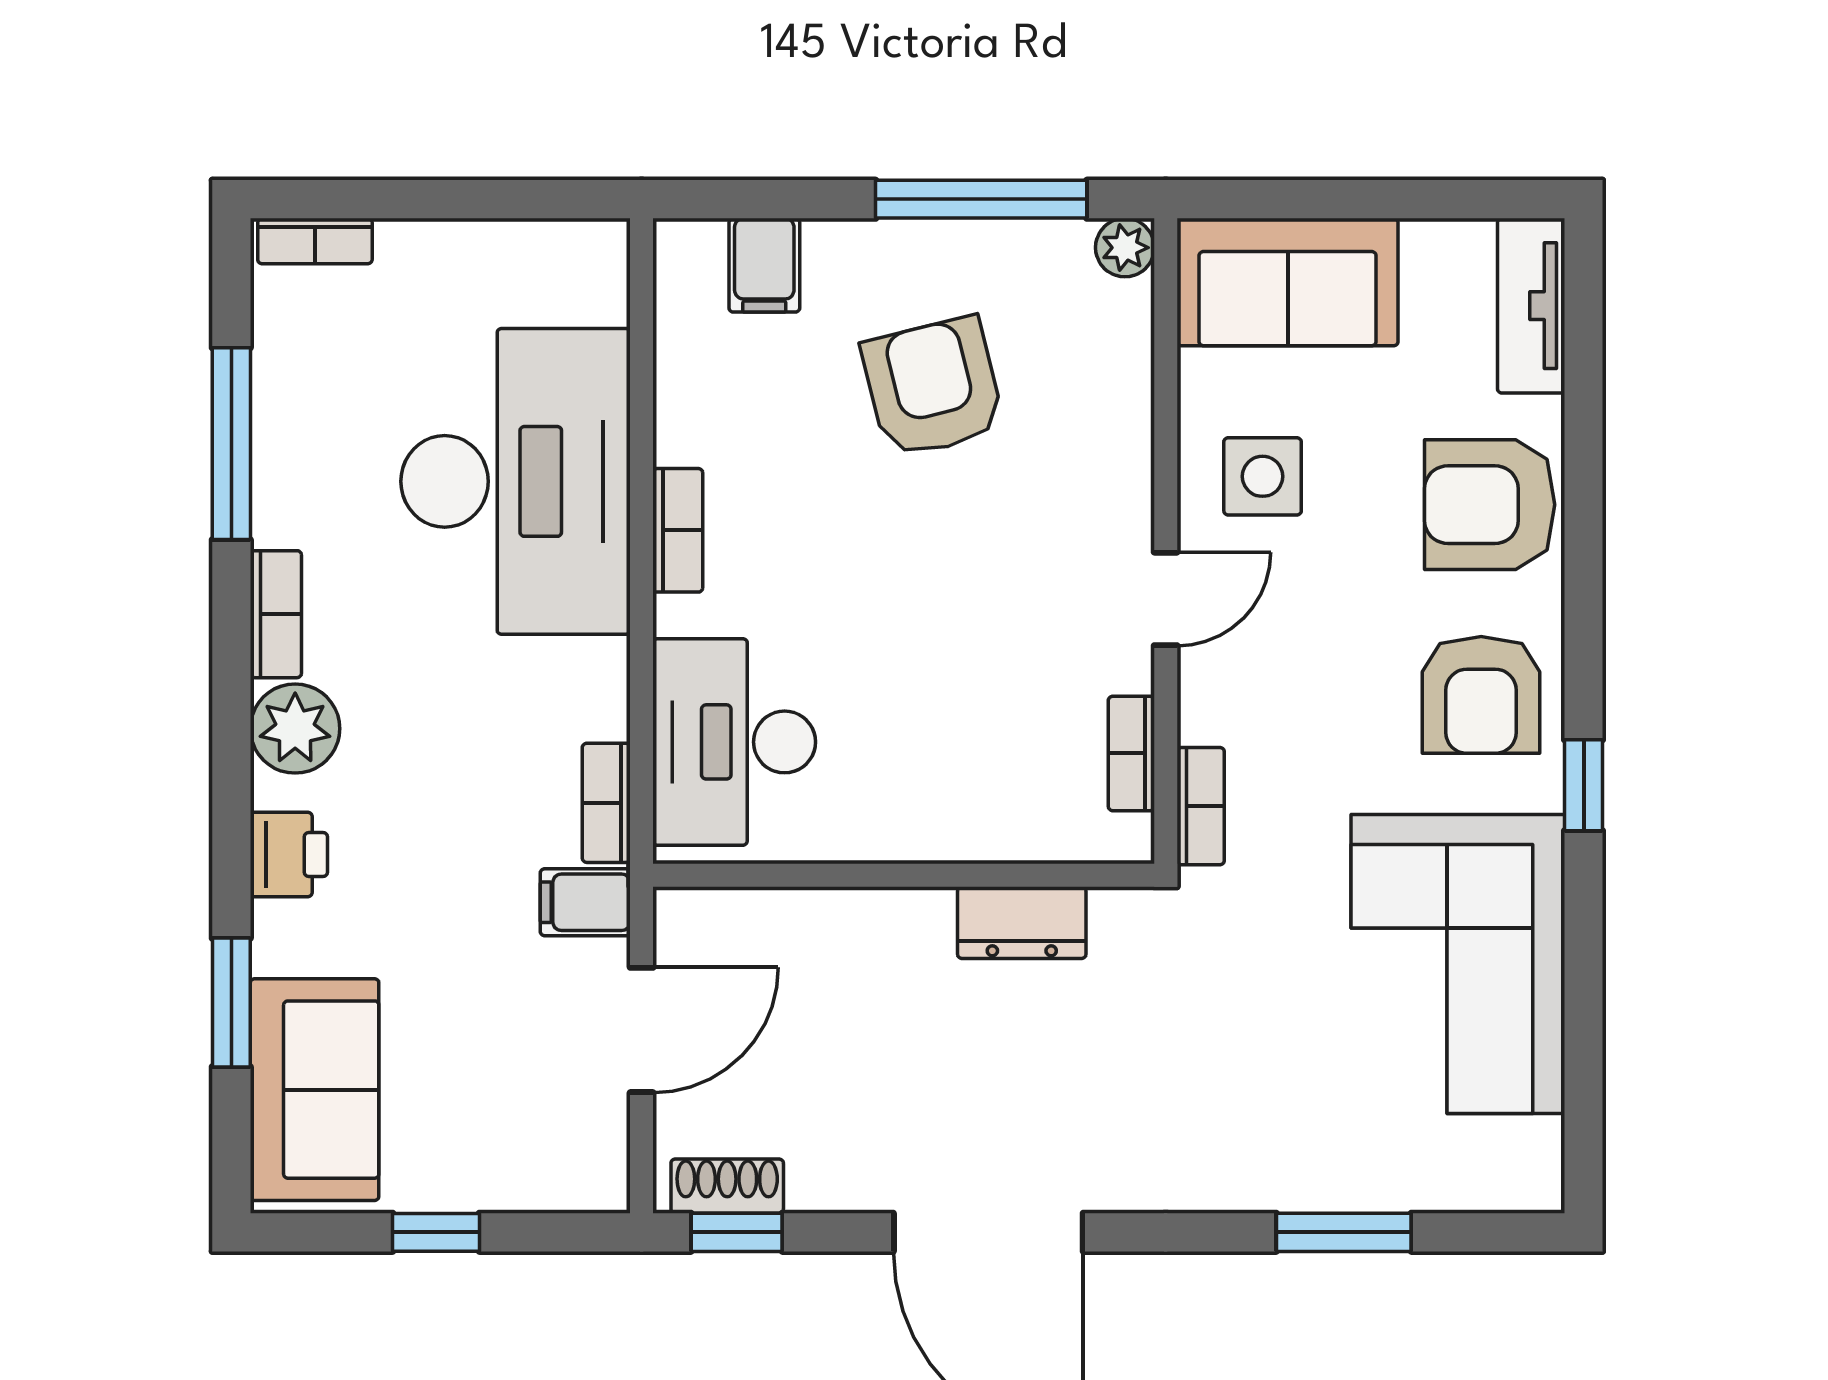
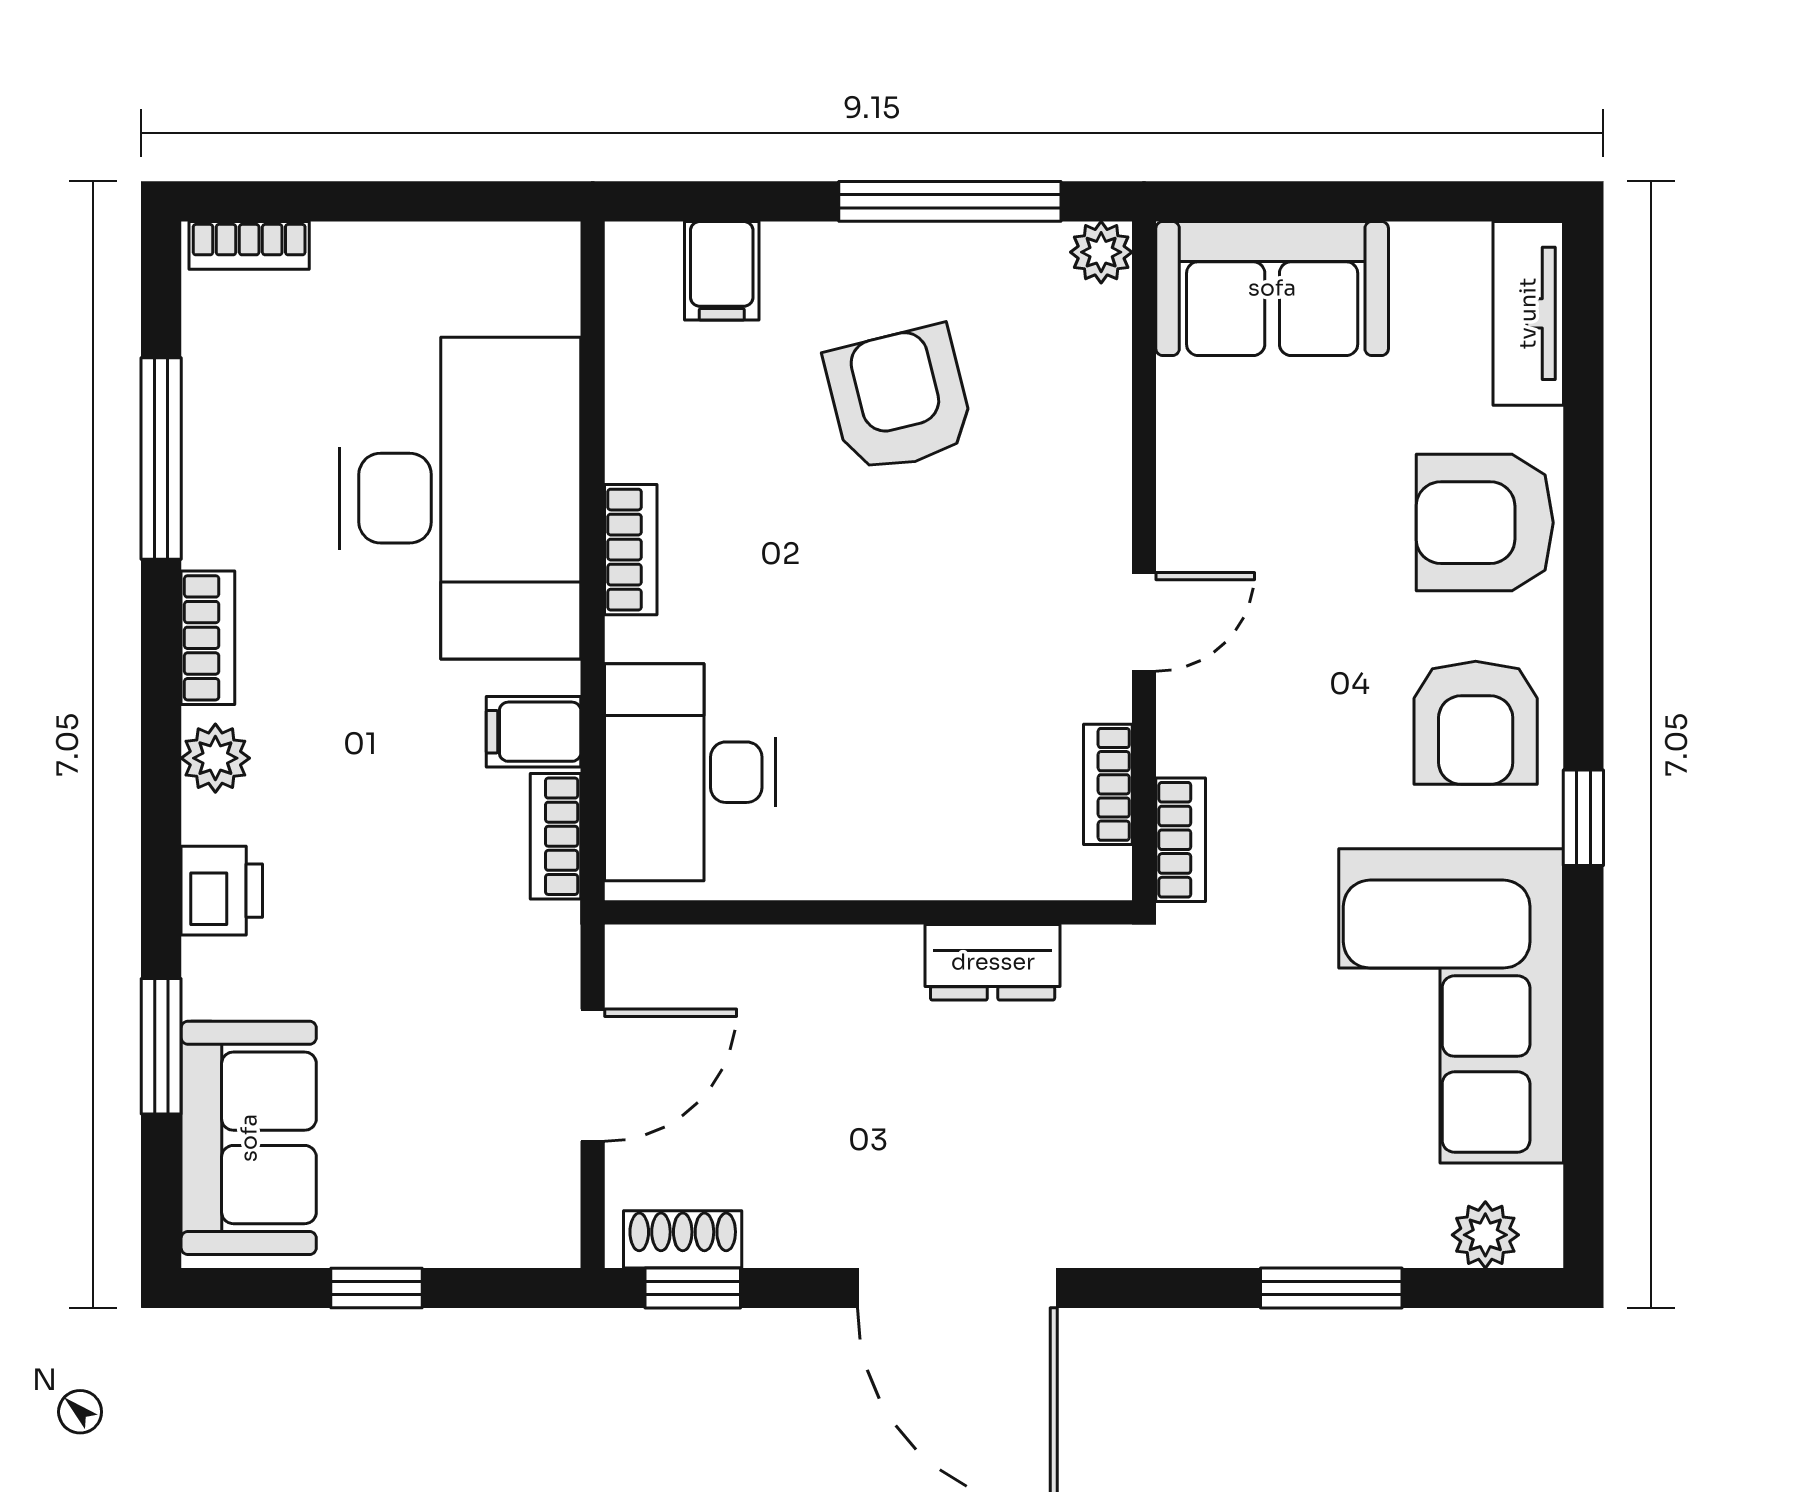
side table: (1263, 476) -> (1246, 493), removed
plant: (295, 729) -> (215, 758), width x0.73, depth x0.73
filing cabinet: (585, 902) -> (533, 732), moved
plant: (1490, 1182) -> (1485, 1235), added

